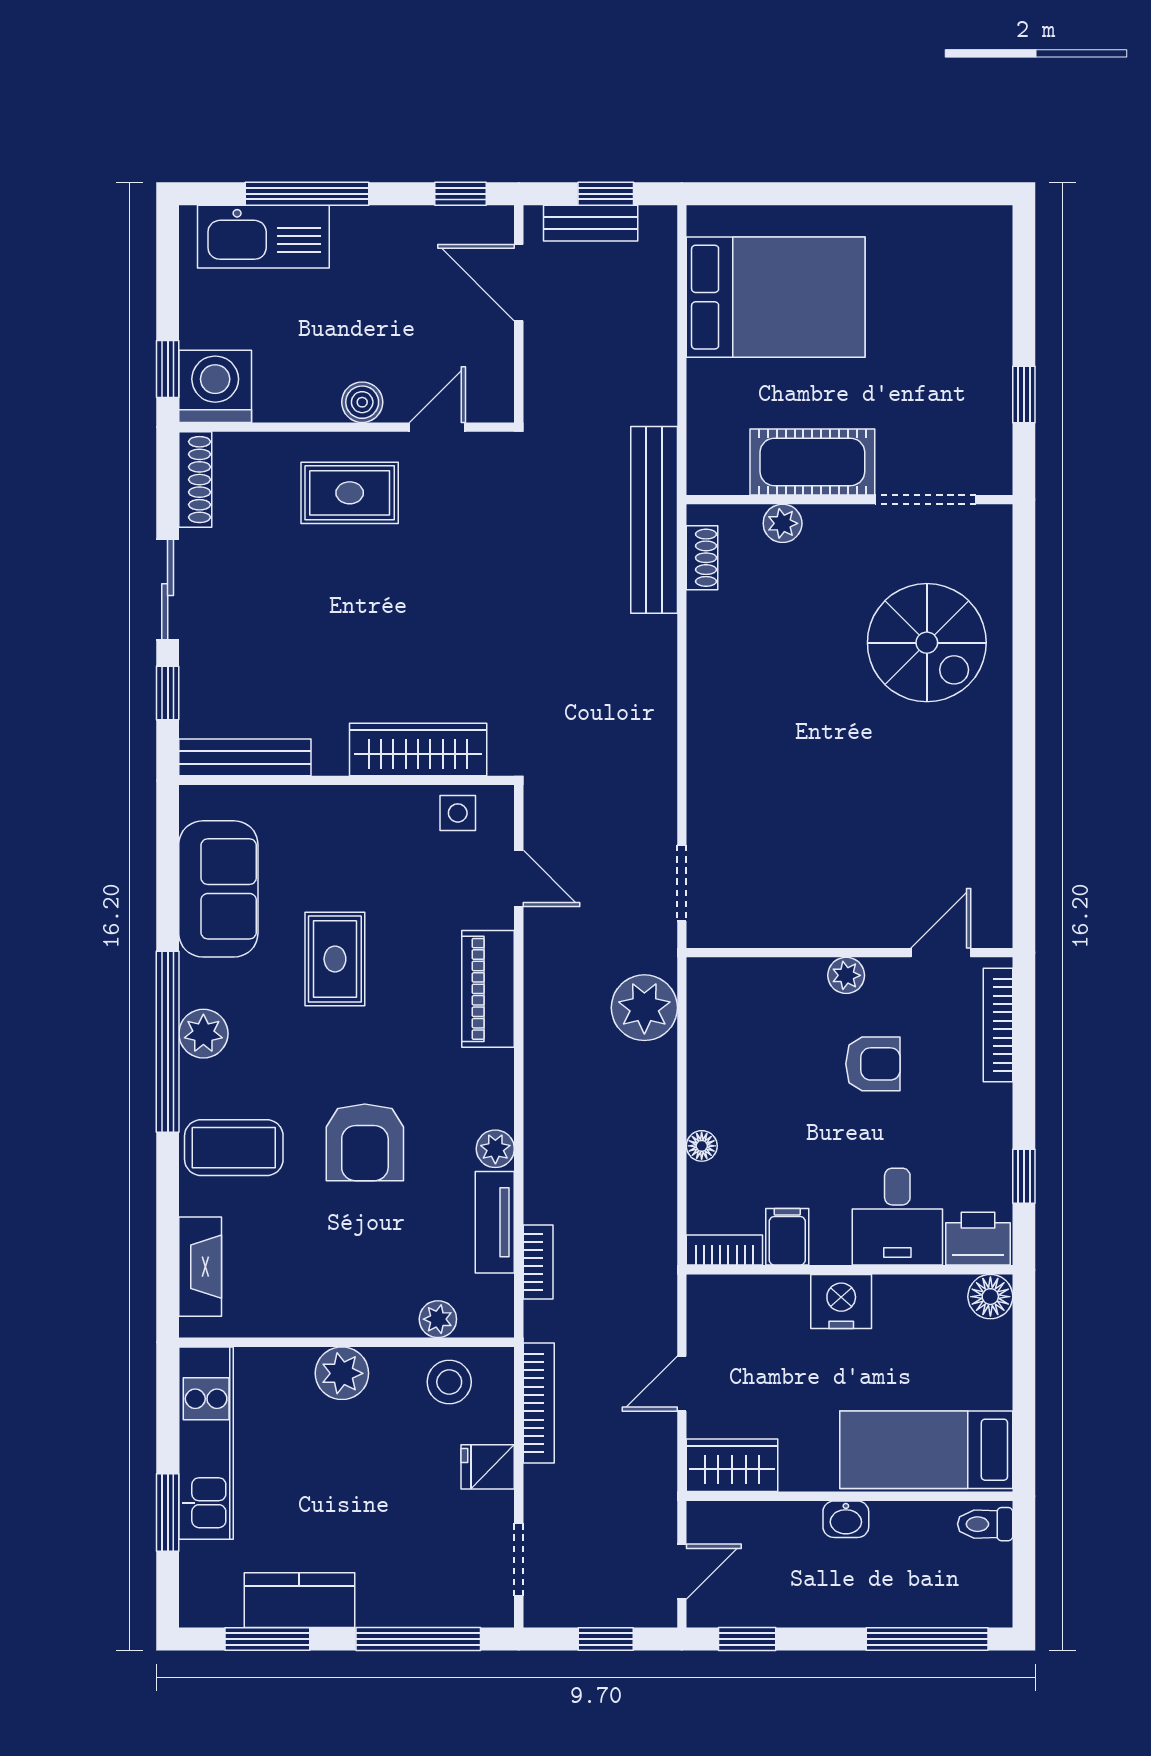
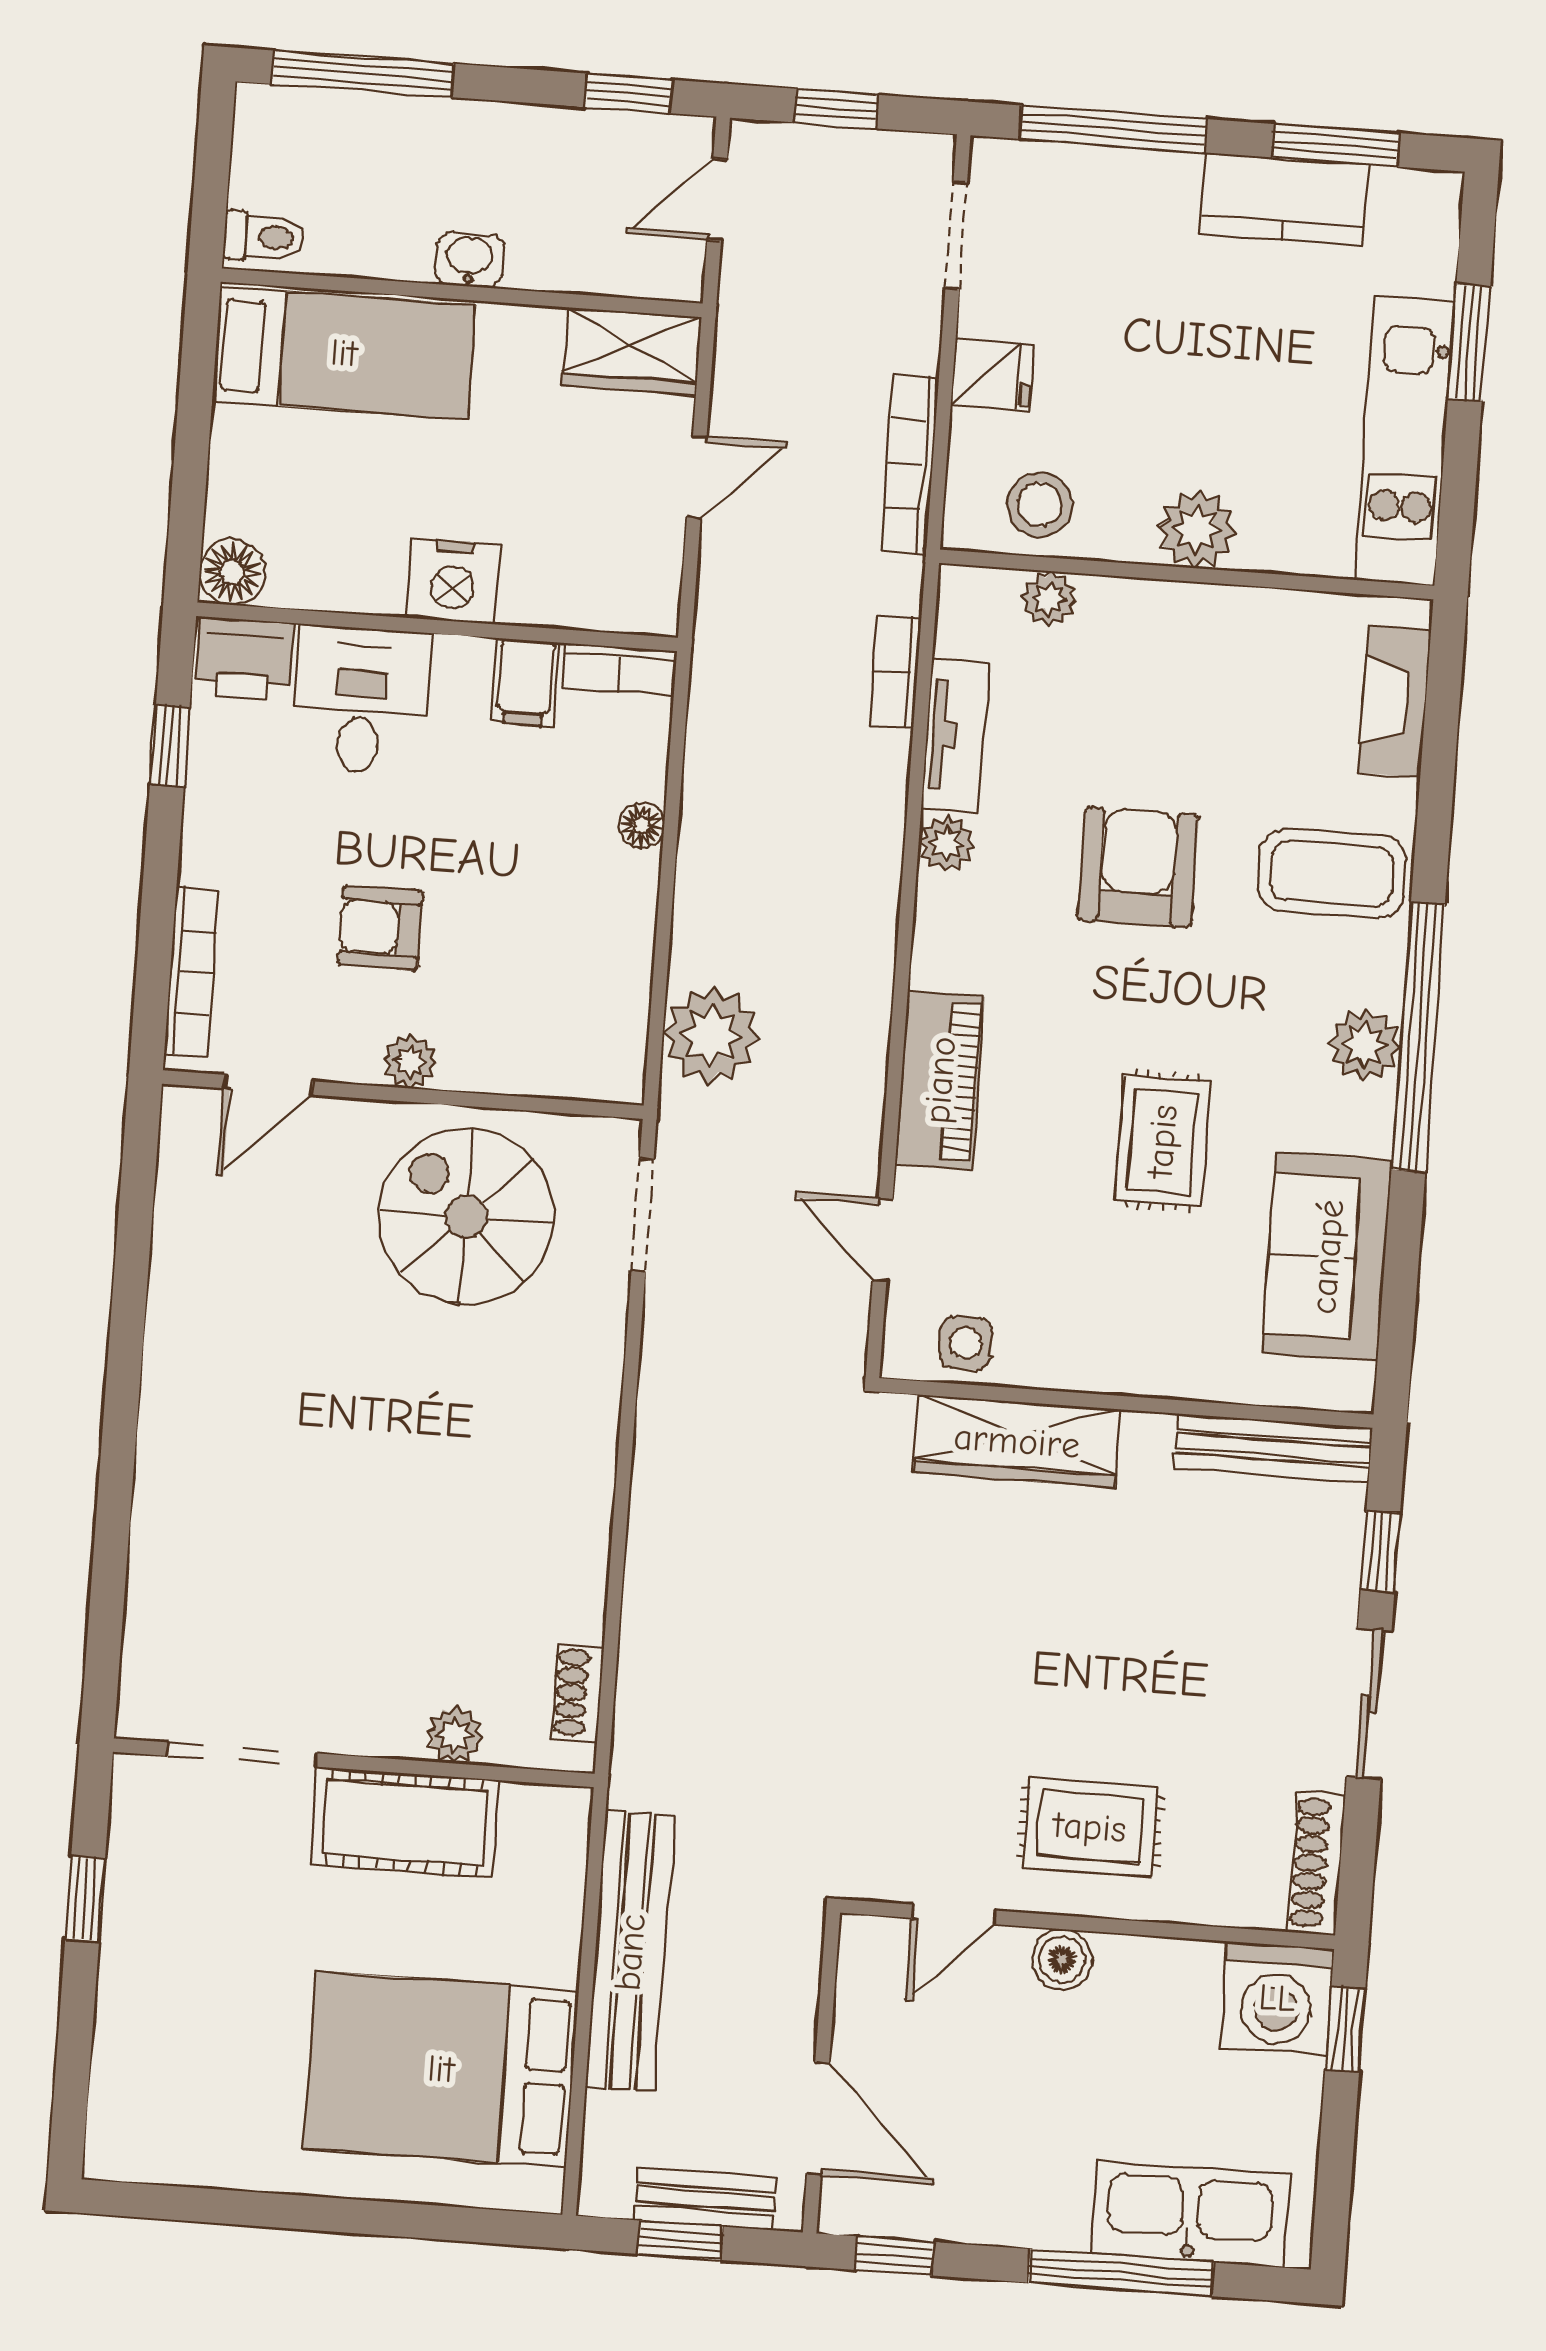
bench: (654, 520) -> (630, 1952), moved
spiral stairs: (927, 643) -> (466, 1216), moved

